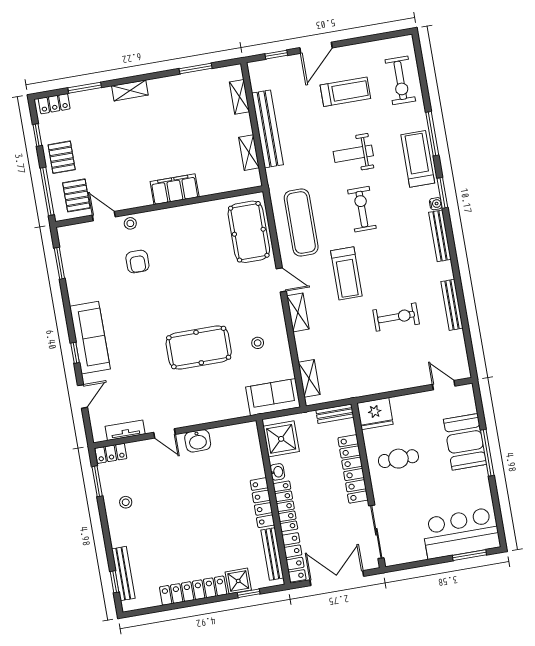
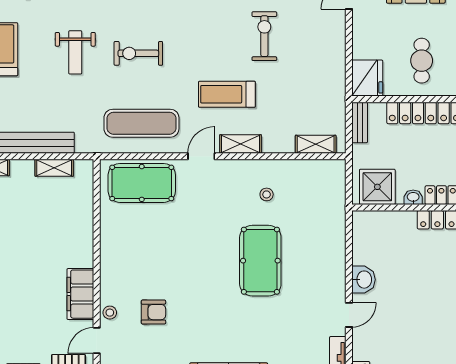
filing cabinet: (175, 189) -> (80, 294), moved
treadmill: (346, 273) -> (227, 94), moved, turned 180
sofa: (273, 397) -> (329, 188), removed

